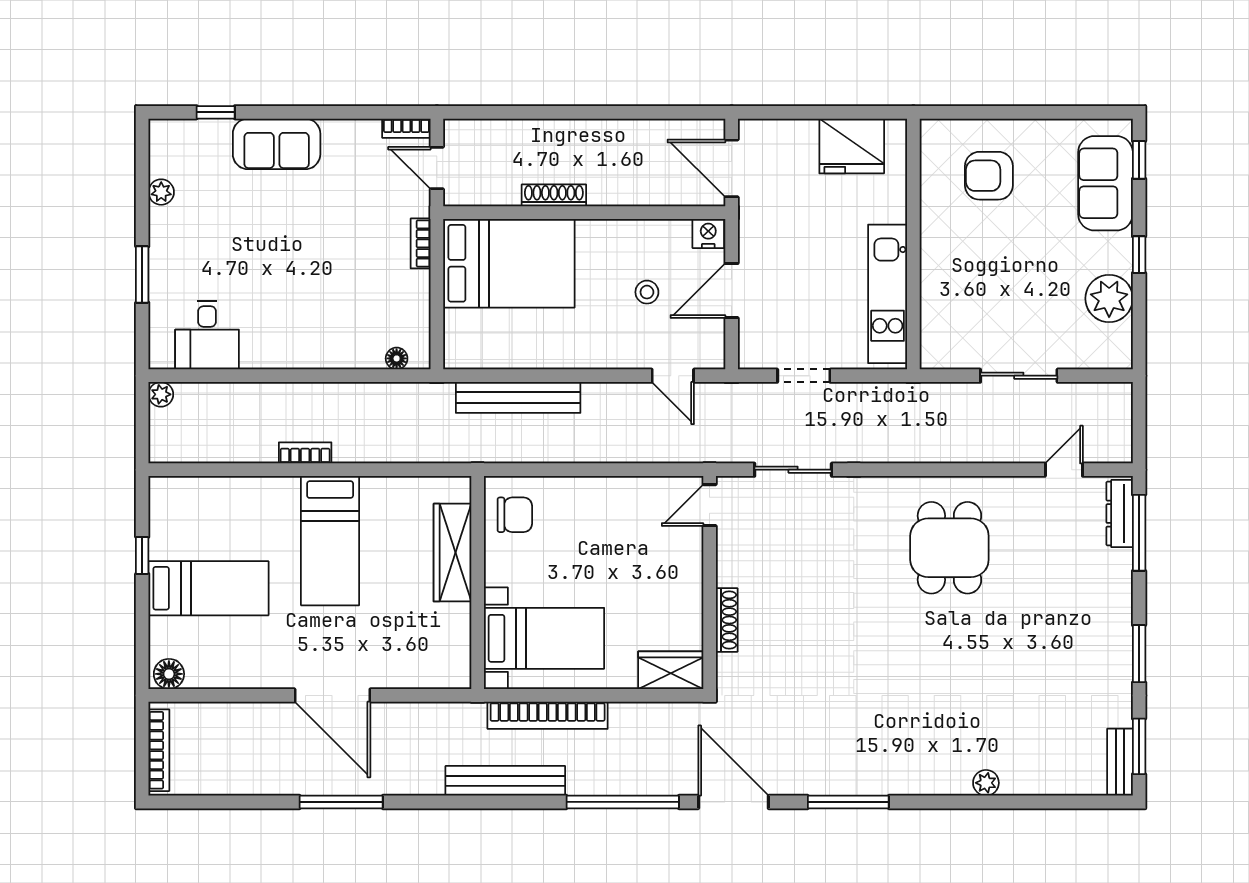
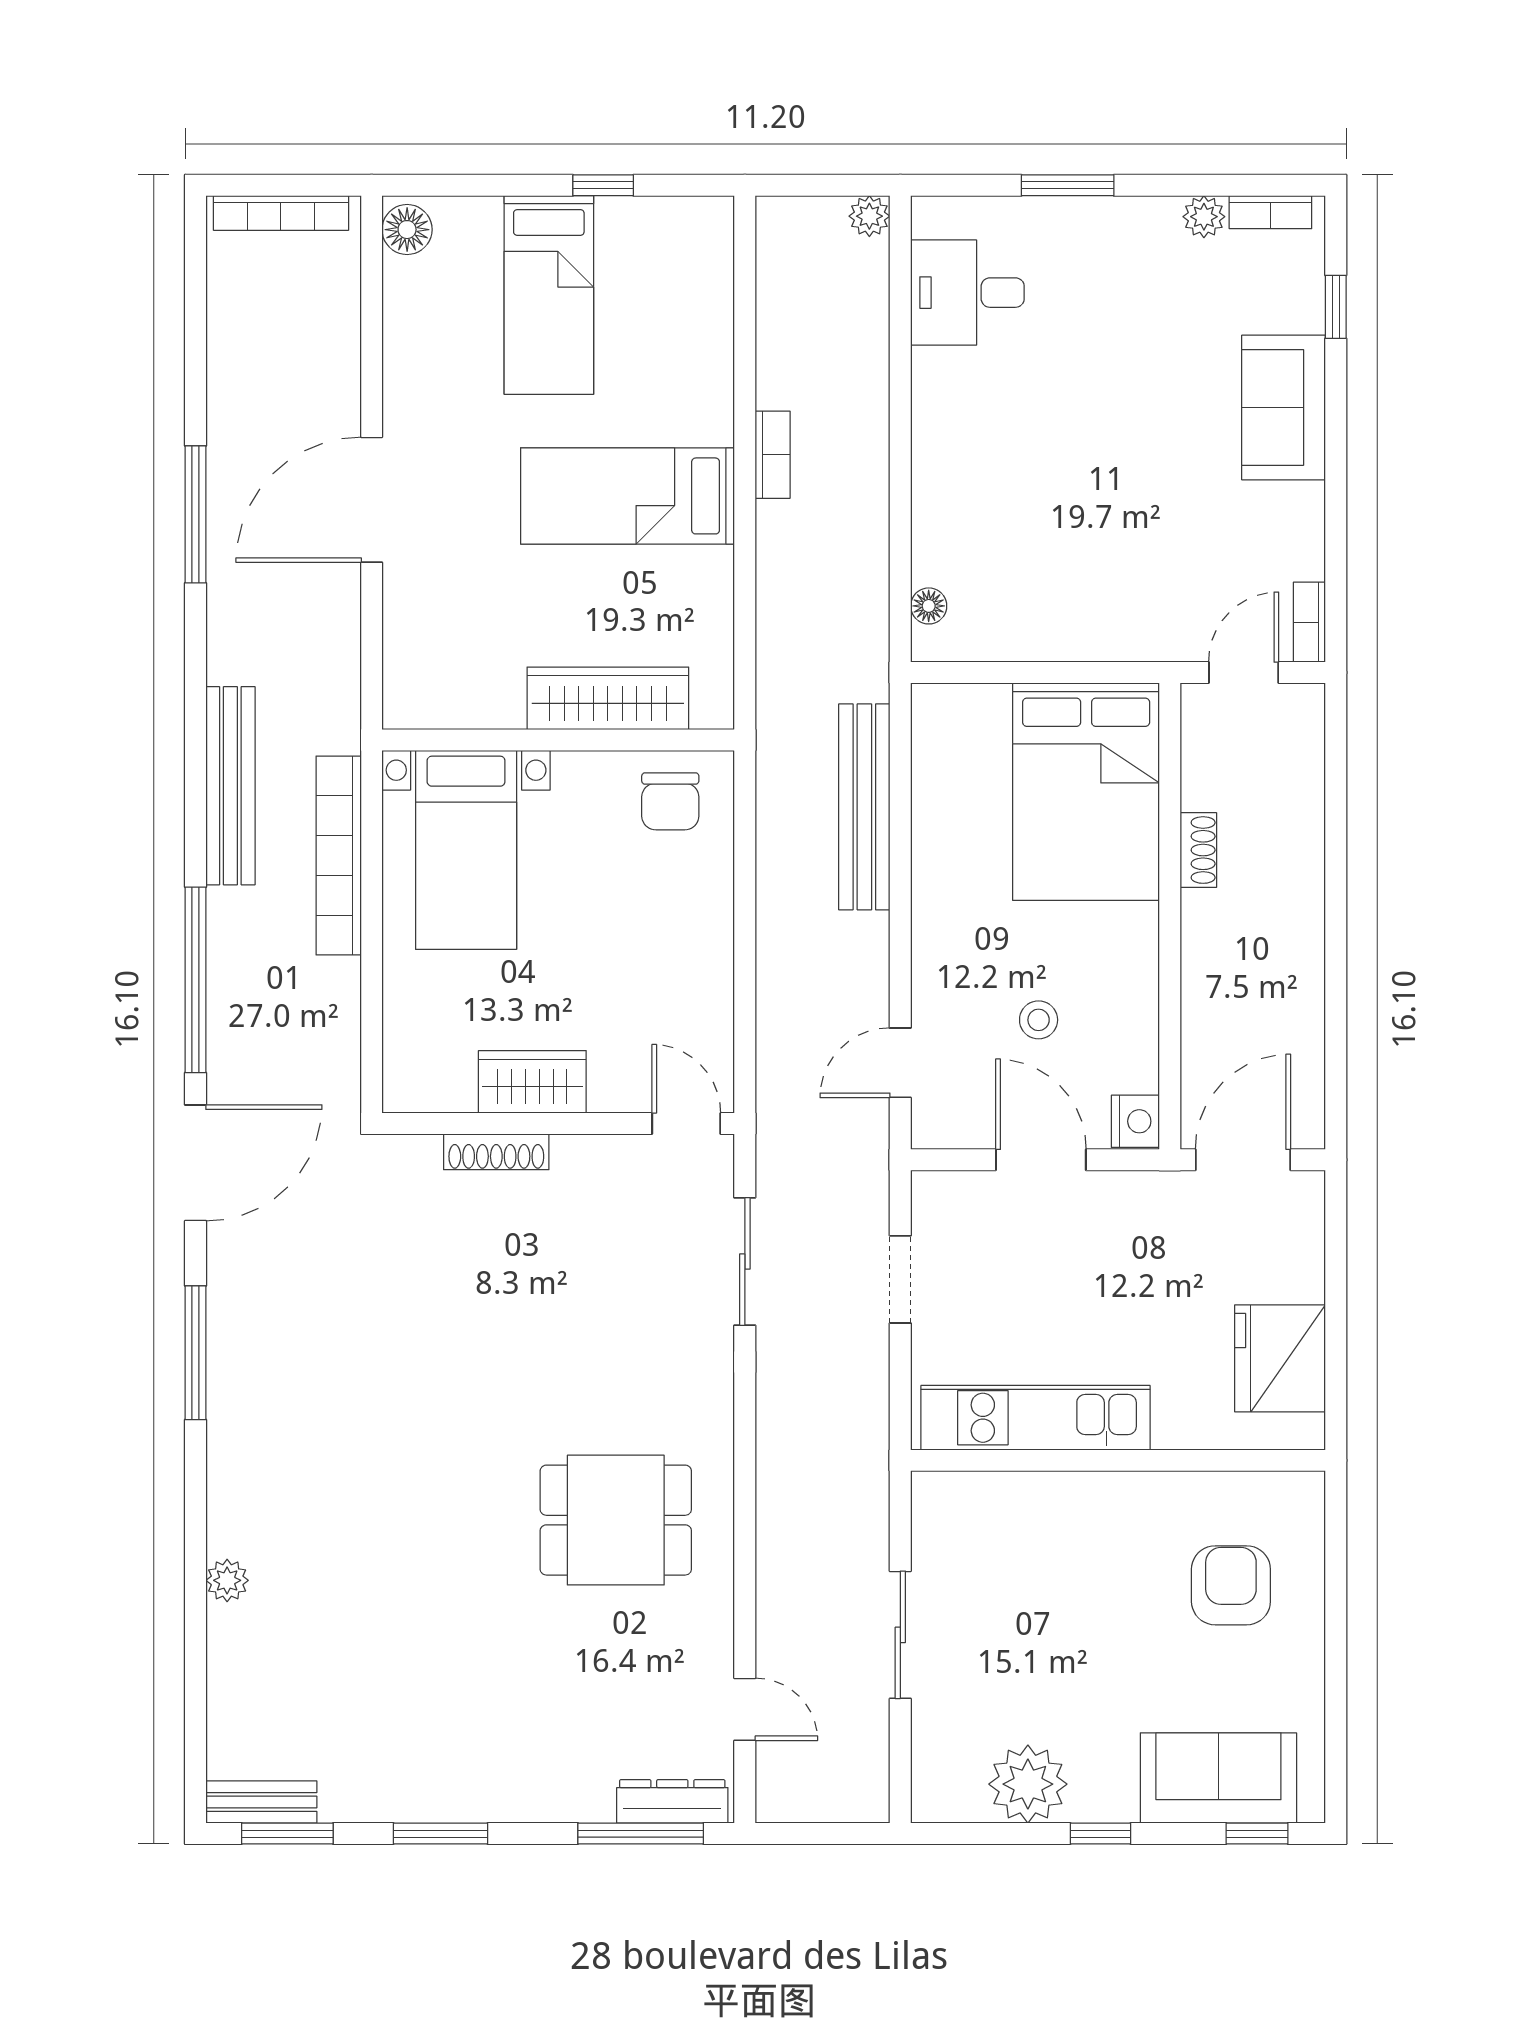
shoe rack: (554, 195) -> (1198, 850), width x0.70
bookcase: (421, 243) -> (1270, 212), moved, turned 180
wardrobe: (671, 670) -> (532, 1082), moved, turned -90

